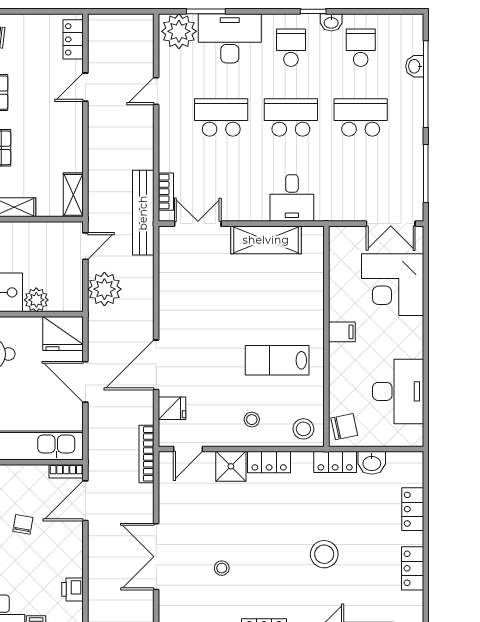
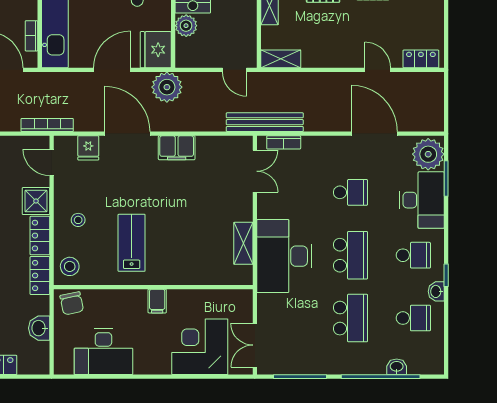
door: (156, 91) -> (374, 134), width x1.88
school desk: (221, 118) -> (350, 192), width x0.54
desk: (292, 198) -> (284, 256), width x1.87, depth x1.30
shelving: (266, 240) -> (243, 243), width x0.67, depth x0.75
plant: (104, 289) -> (167, 87), moved
filing cabinet: (172, 310) -> (177, 148), added
locker: (335, 462) -> (40, 275), moved
bookcase: (66, 471) -> (32, 36), moved

